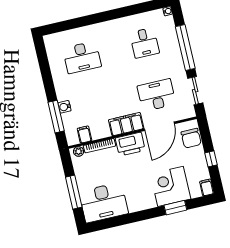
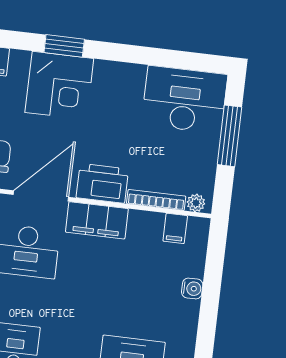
window: (56, 117) -> (213, 277), removed

